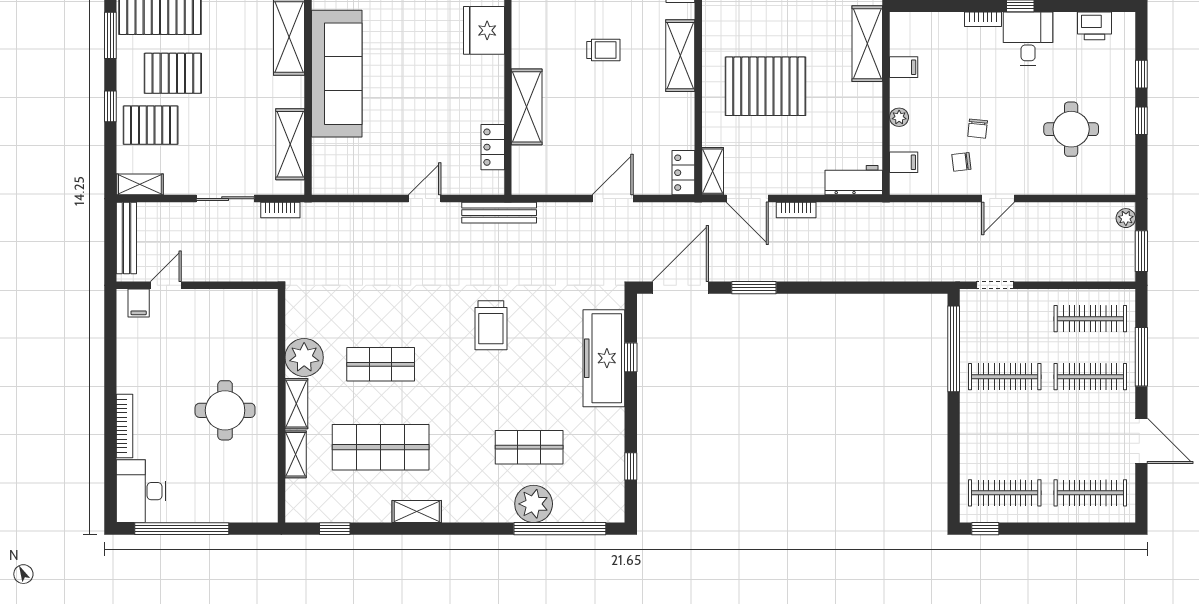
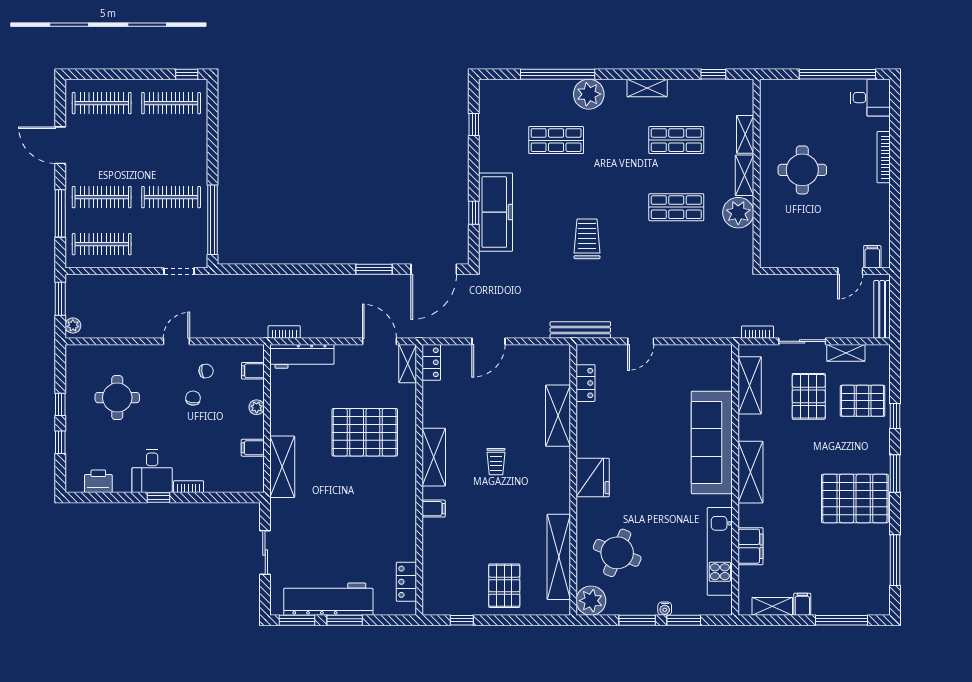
trolley: (603, 50) -> (496, 462), turned -90
pallet: (173, 73) -> (809, 396), moved, turned 90
workbench: (854, 180) -> (302, 356), width x1.38
shelving: (140, 184) -> (846, 353), moved
bookcase: (796, 210) -> (284, 332), moved
shop shelf: (381, 447) -> (676, 140), width x0.70, depth x0.74
desk: (141, 491) -> (870, 98), width x0.73
plant: (534, 504) -> (589, 94), moved
window: (560, 529) -> (558, 74), moved

